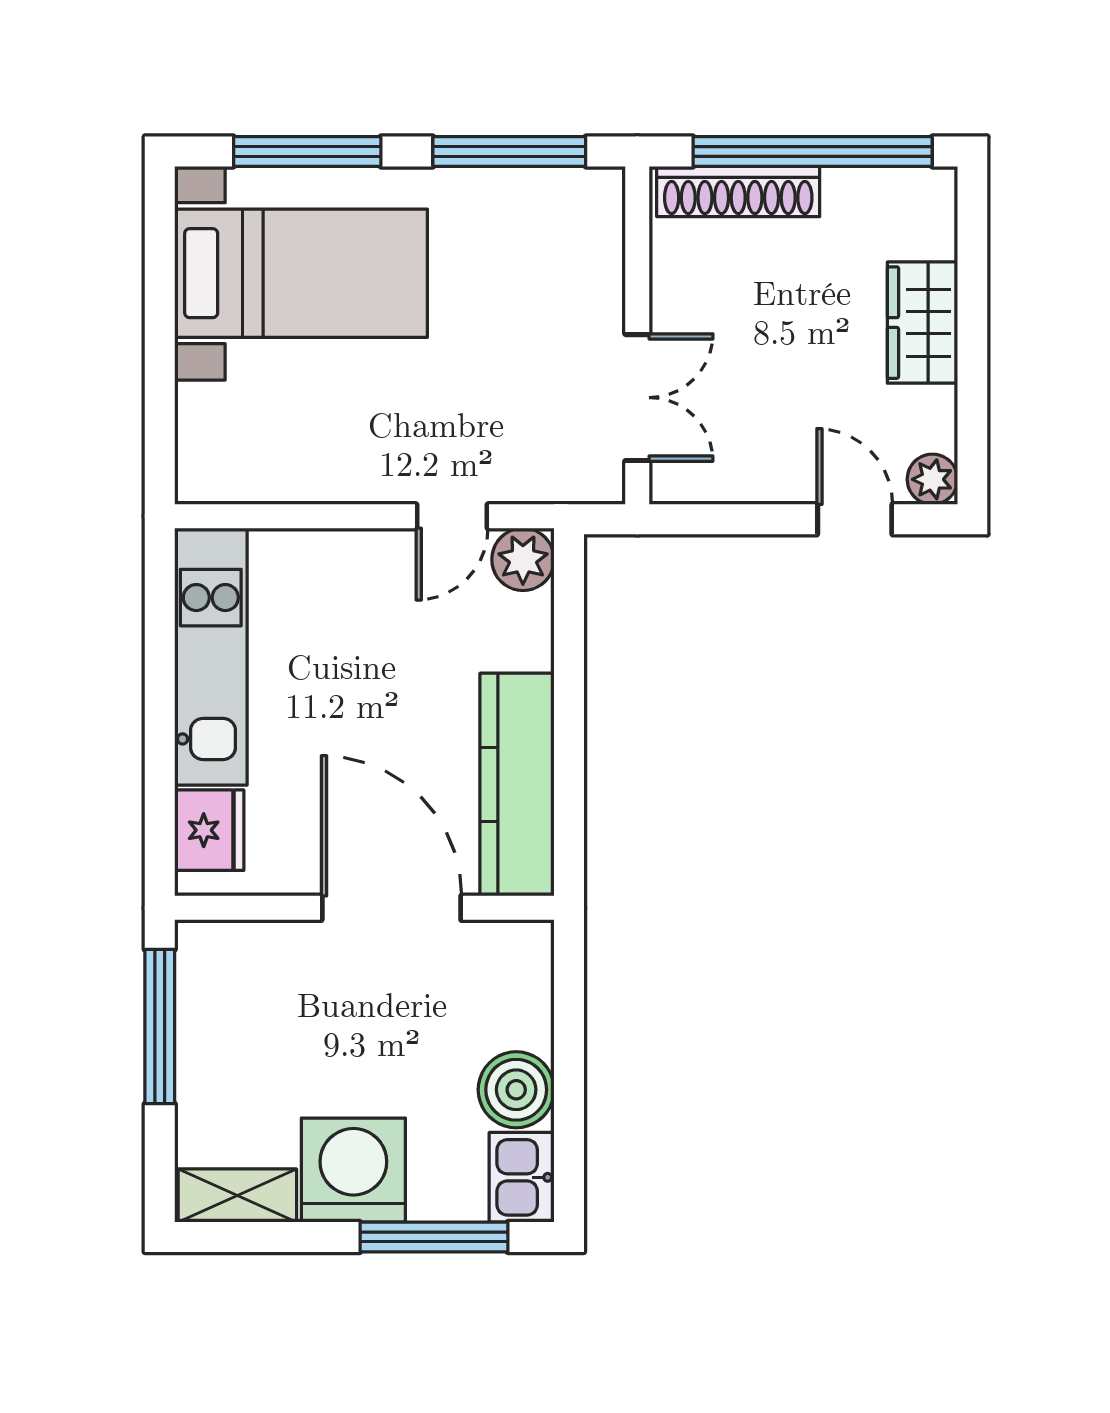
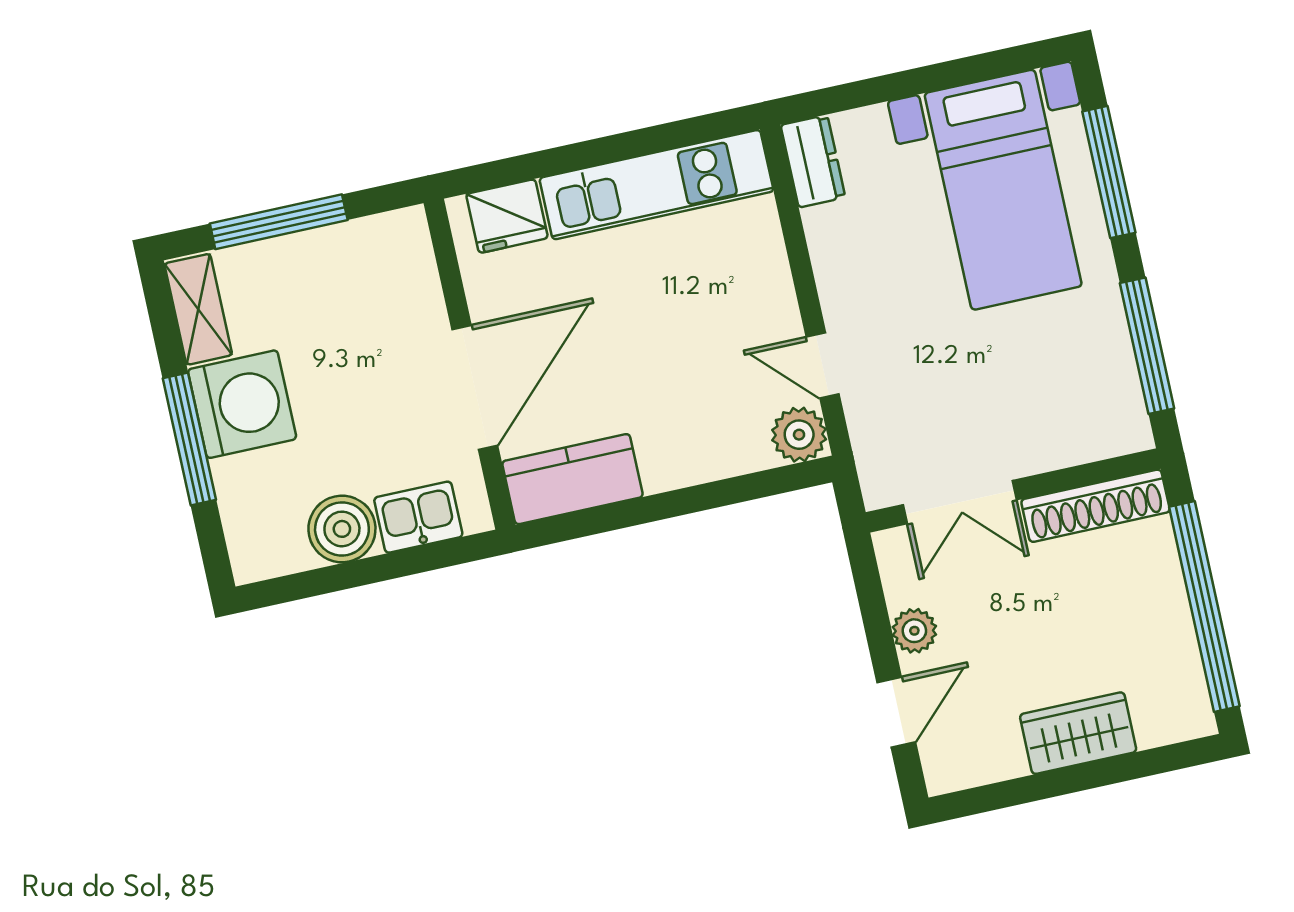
shoe rack: (738, 192) -> (1095, 506), moved, turned -90
dresser: (223, 477) -> (813, 161), added
plant: (932, 479) -> (914, 631), moved
kitchen counter: (517, 785) -> (572, 479), width x0.67
window: (160, 1027) -> (279, 222), moved
kitchen sink: (522, 1177) -> (418, 517), moved
window: (434, 1237) -> (189, 439), moved

